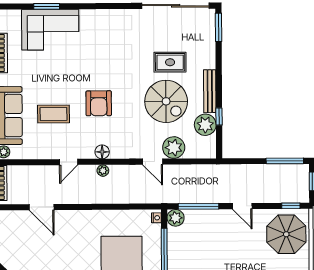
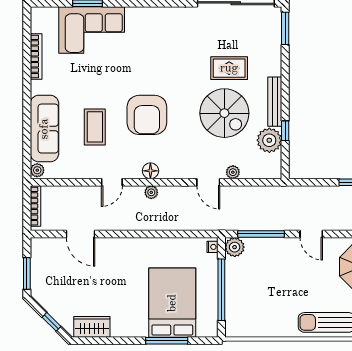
armchair: (99, 103) -> (147, 115), width x1.36, depth x1.36
coffee table: (54, 114) -> (95, 127), turned 90
plant: (174, 148) -> (233, 172), width x0.53, depth x0.53

